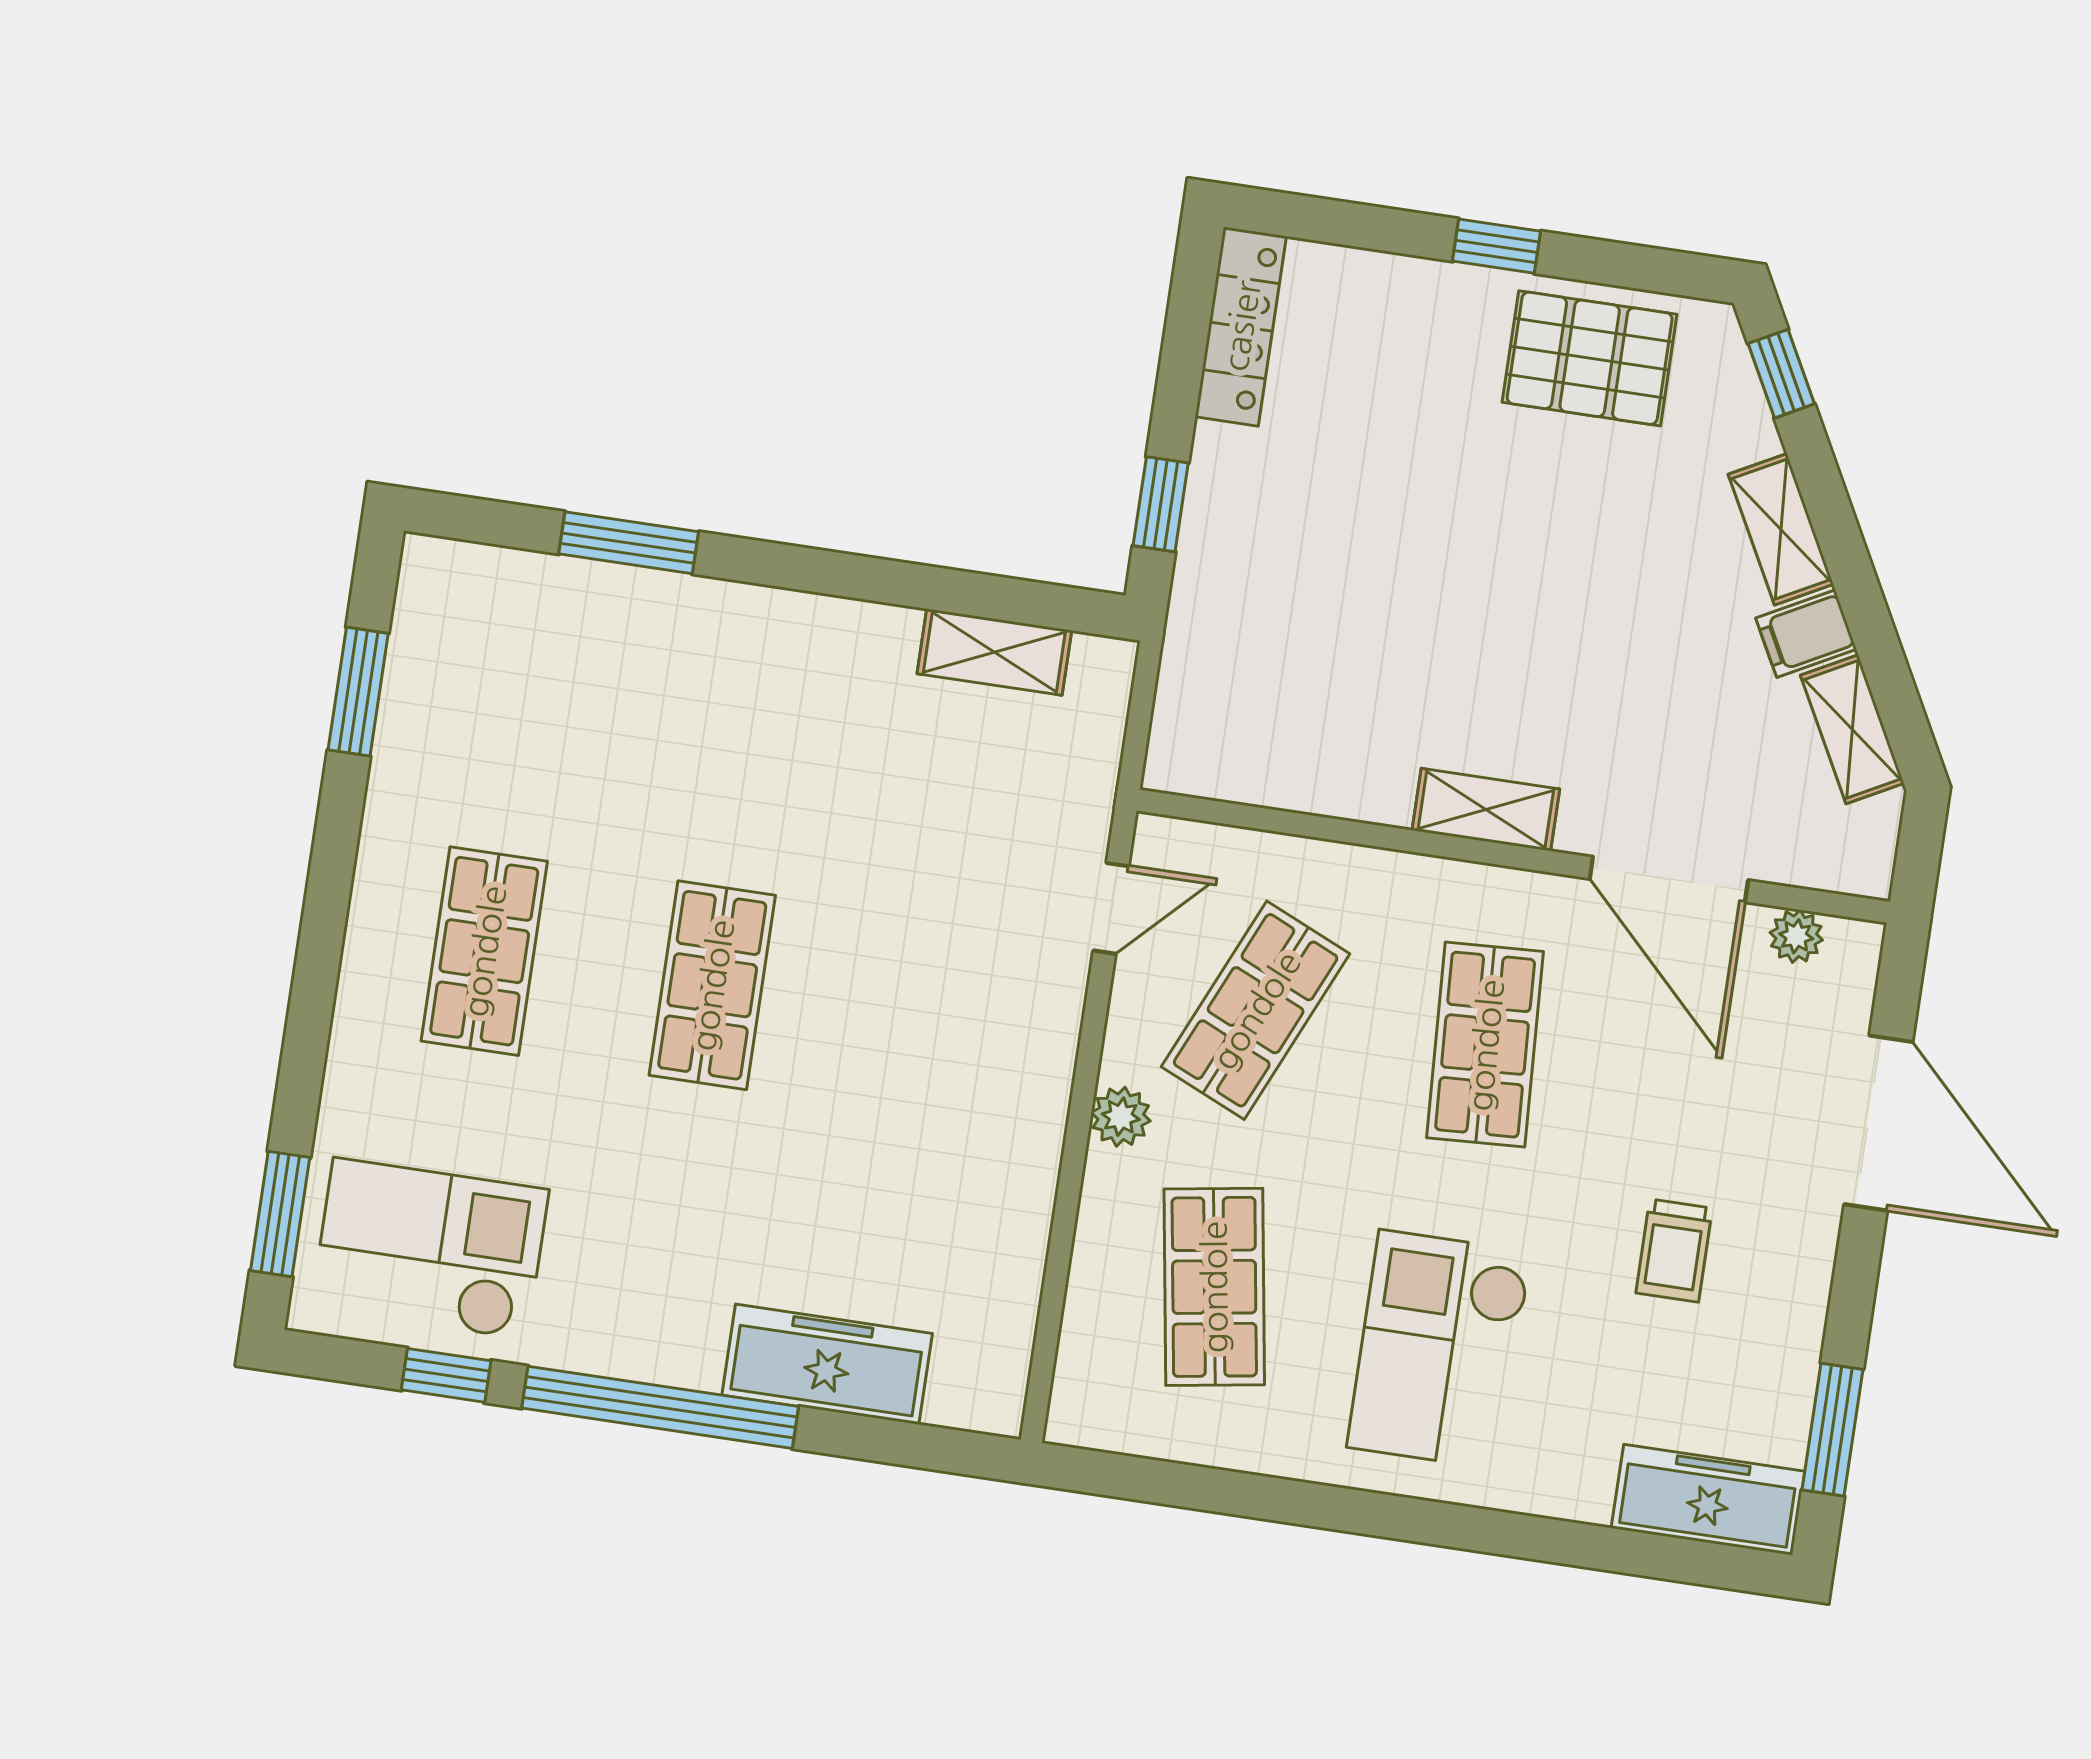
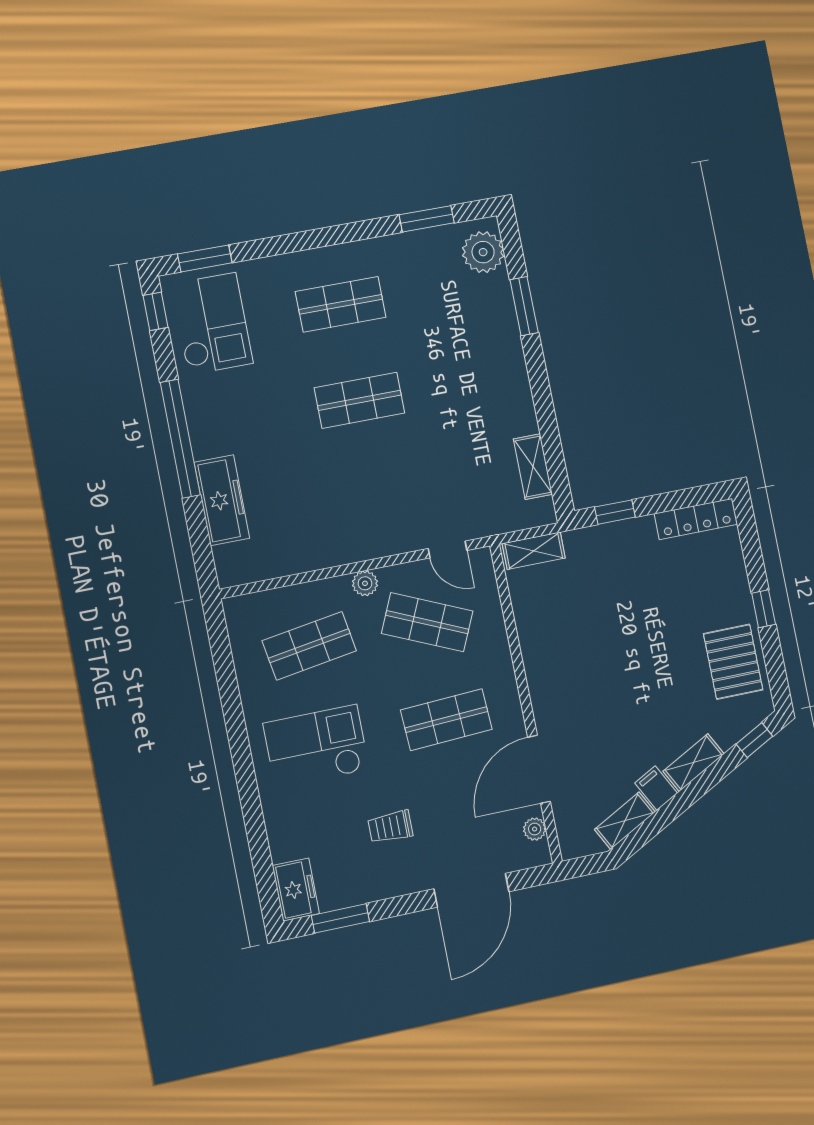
plant: (476, 592) -> (483, 252), added
shelving: (1486, 810) -> (534, 551), moved, turned 90
window: (446, 1375) -> (156, 311), moved
freezer: (1708, 1500) -> (296, 890), width x0.71

